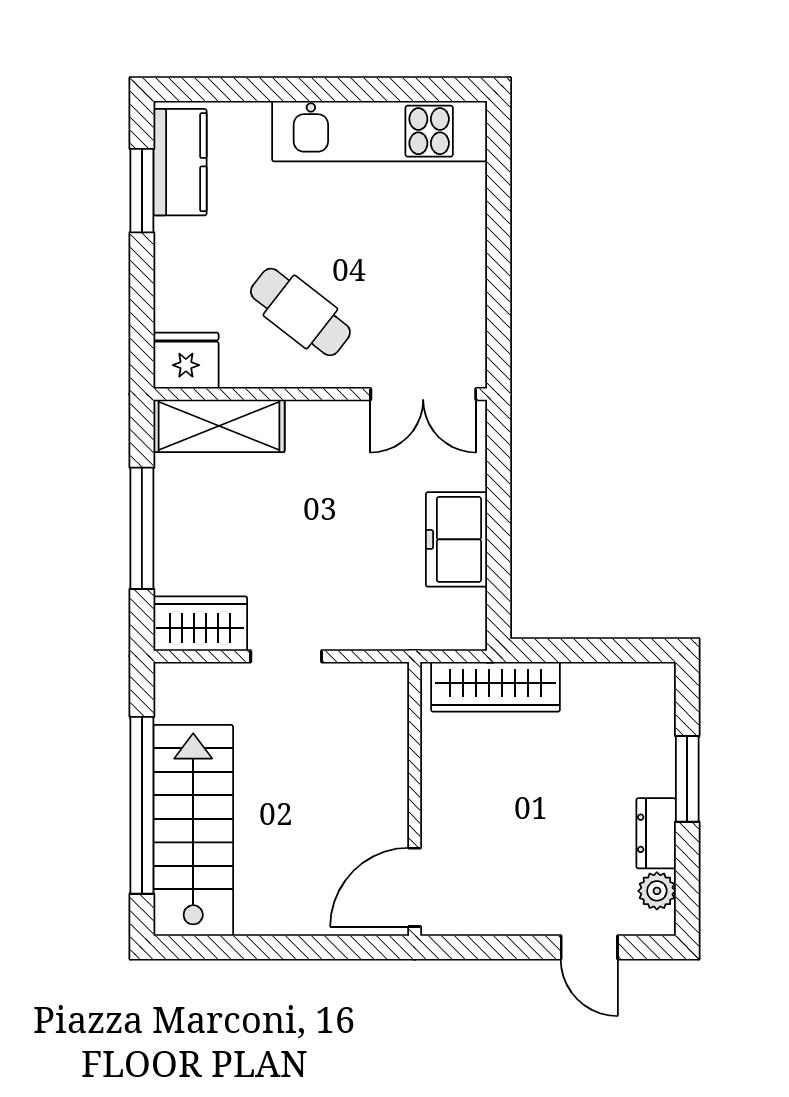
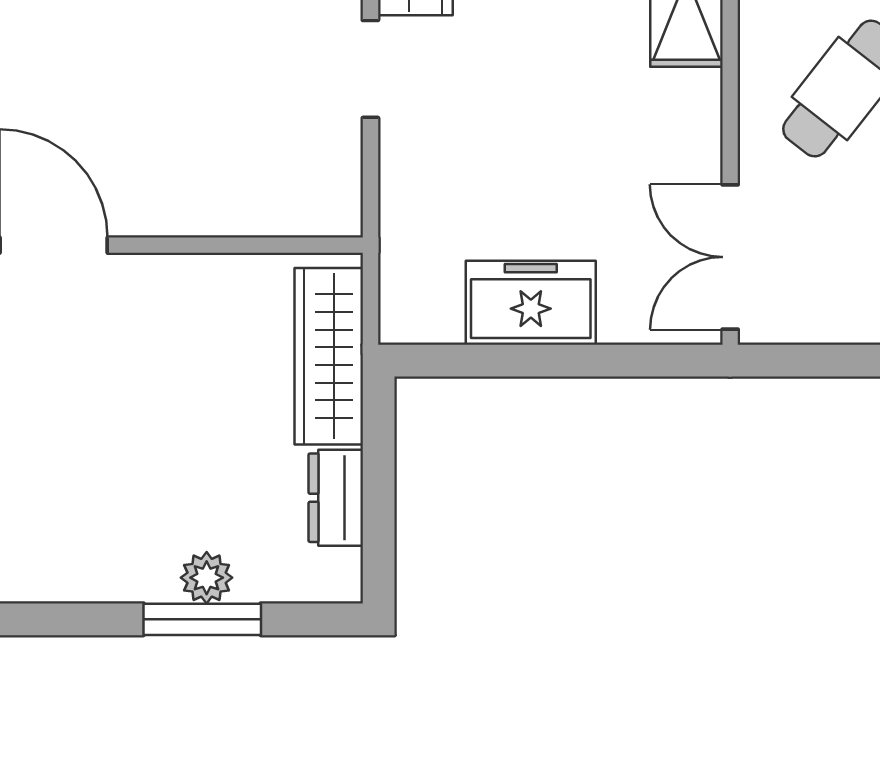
dresser: (656, 833) -> (336, 498), moved, turned -90
plant: (657, 891) -> (207, 578), moved

